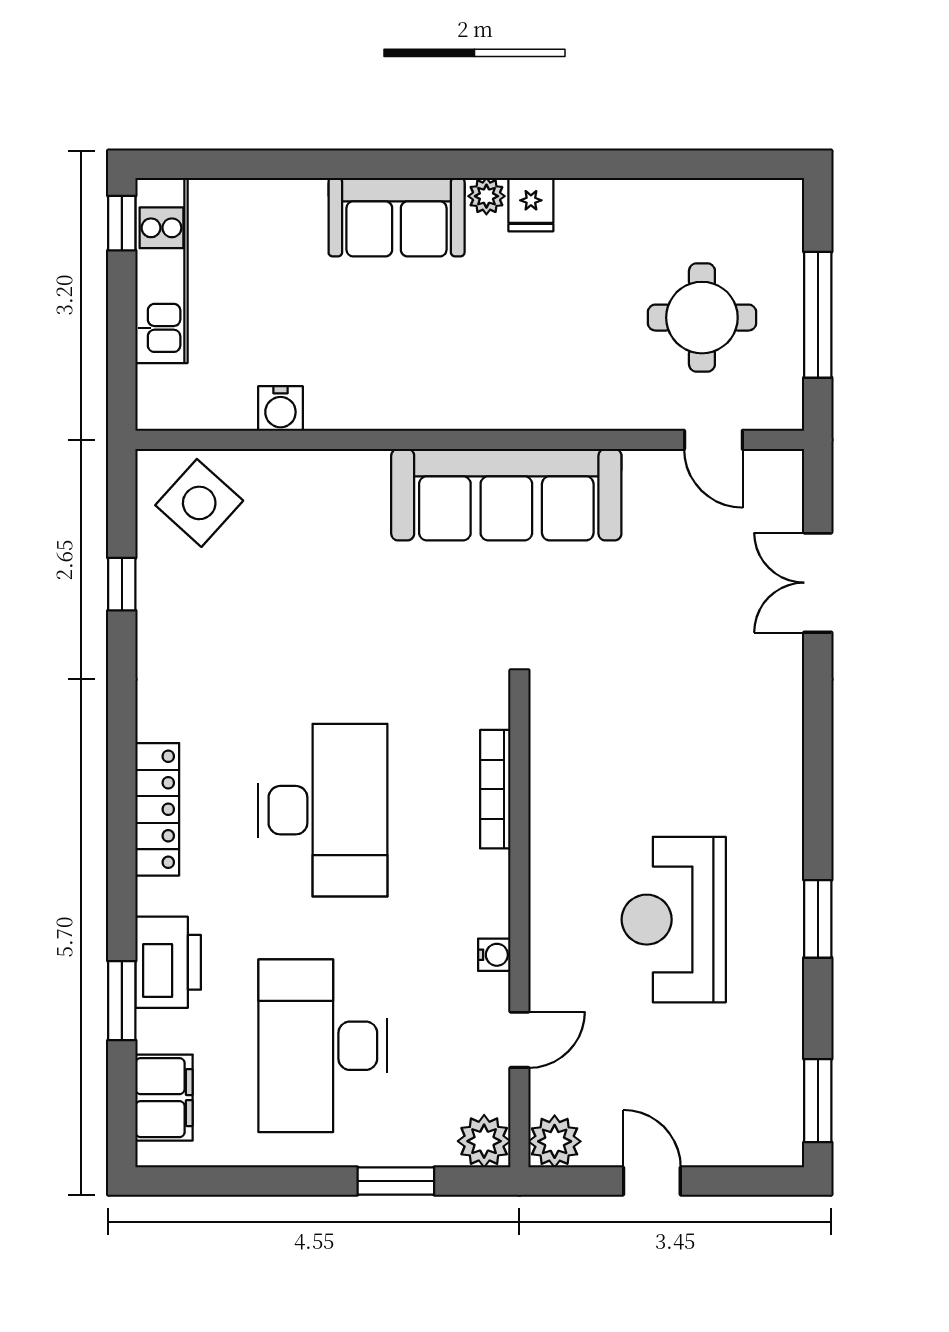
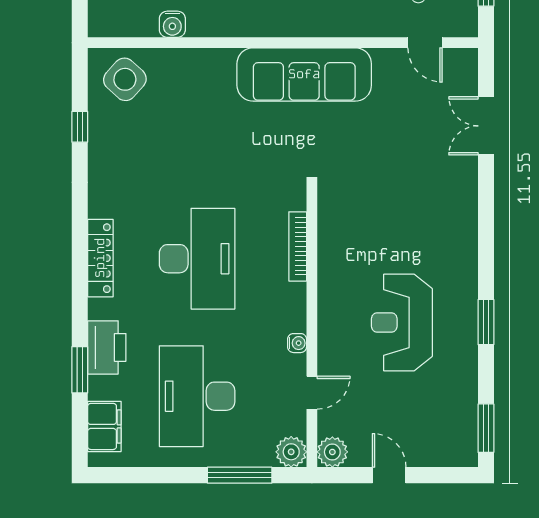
window: (396, 1181) -> (240, 475), width x1.44

